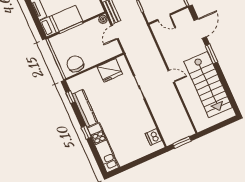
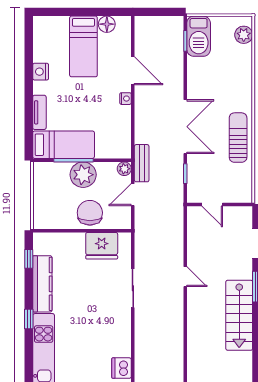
plant: (80, 34) -> (83, 175), added
chair: (75, 64) -> (90, 213), moved
door: (171, 76) -> (185, 277), moved
stairs: (208, 85) -> (239, 315), width x0.73, depth x0.66

